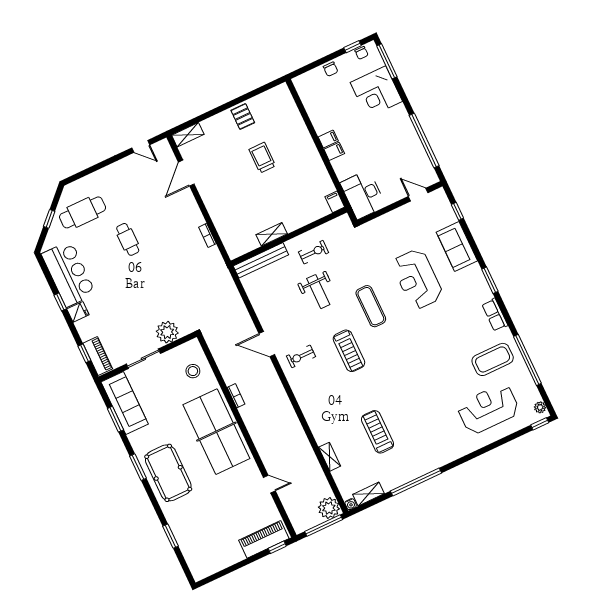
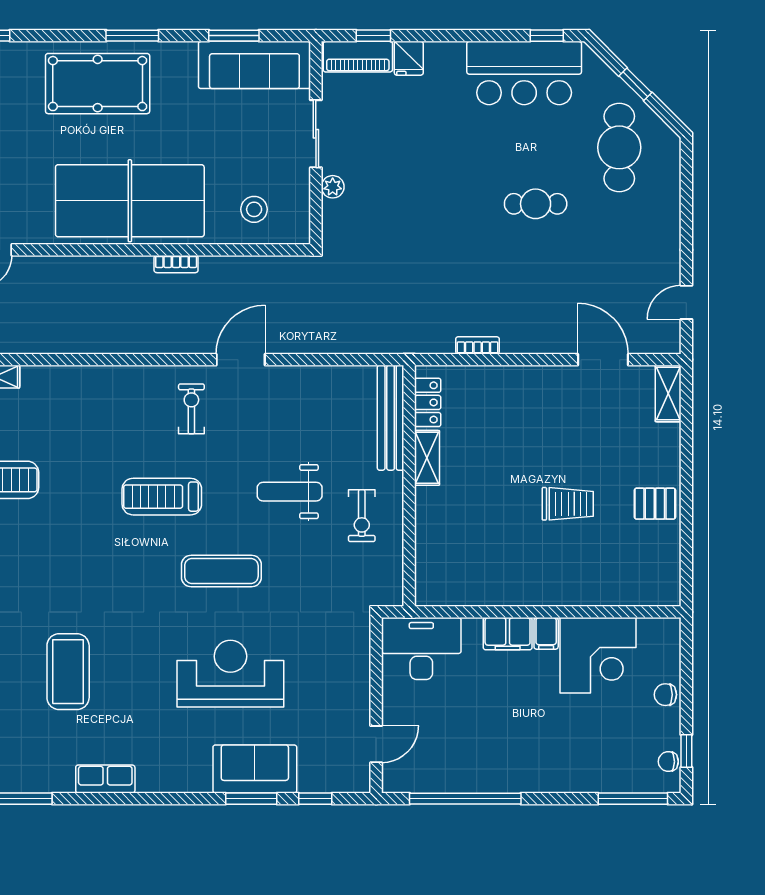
corner desk: (376, 92) -> (598, 655), moved, turned 180
filing cabinet: (334, 151) -> (508, 634), width x2.00
filing cabinet: (335, 202) -> (432, 594), removed
locker: (245, 246) -> (428, 402), added
window: (490, 280) -> (251, 799), moved
window: (60, 302) -> (547, 36), moved
fridge: (78, 312) -> (409, 58), moved
plant: (167, 332) -> (333, 187), width x0.53, depth x0.53
coffee table: (493, 359) -> (68, 672), moved

